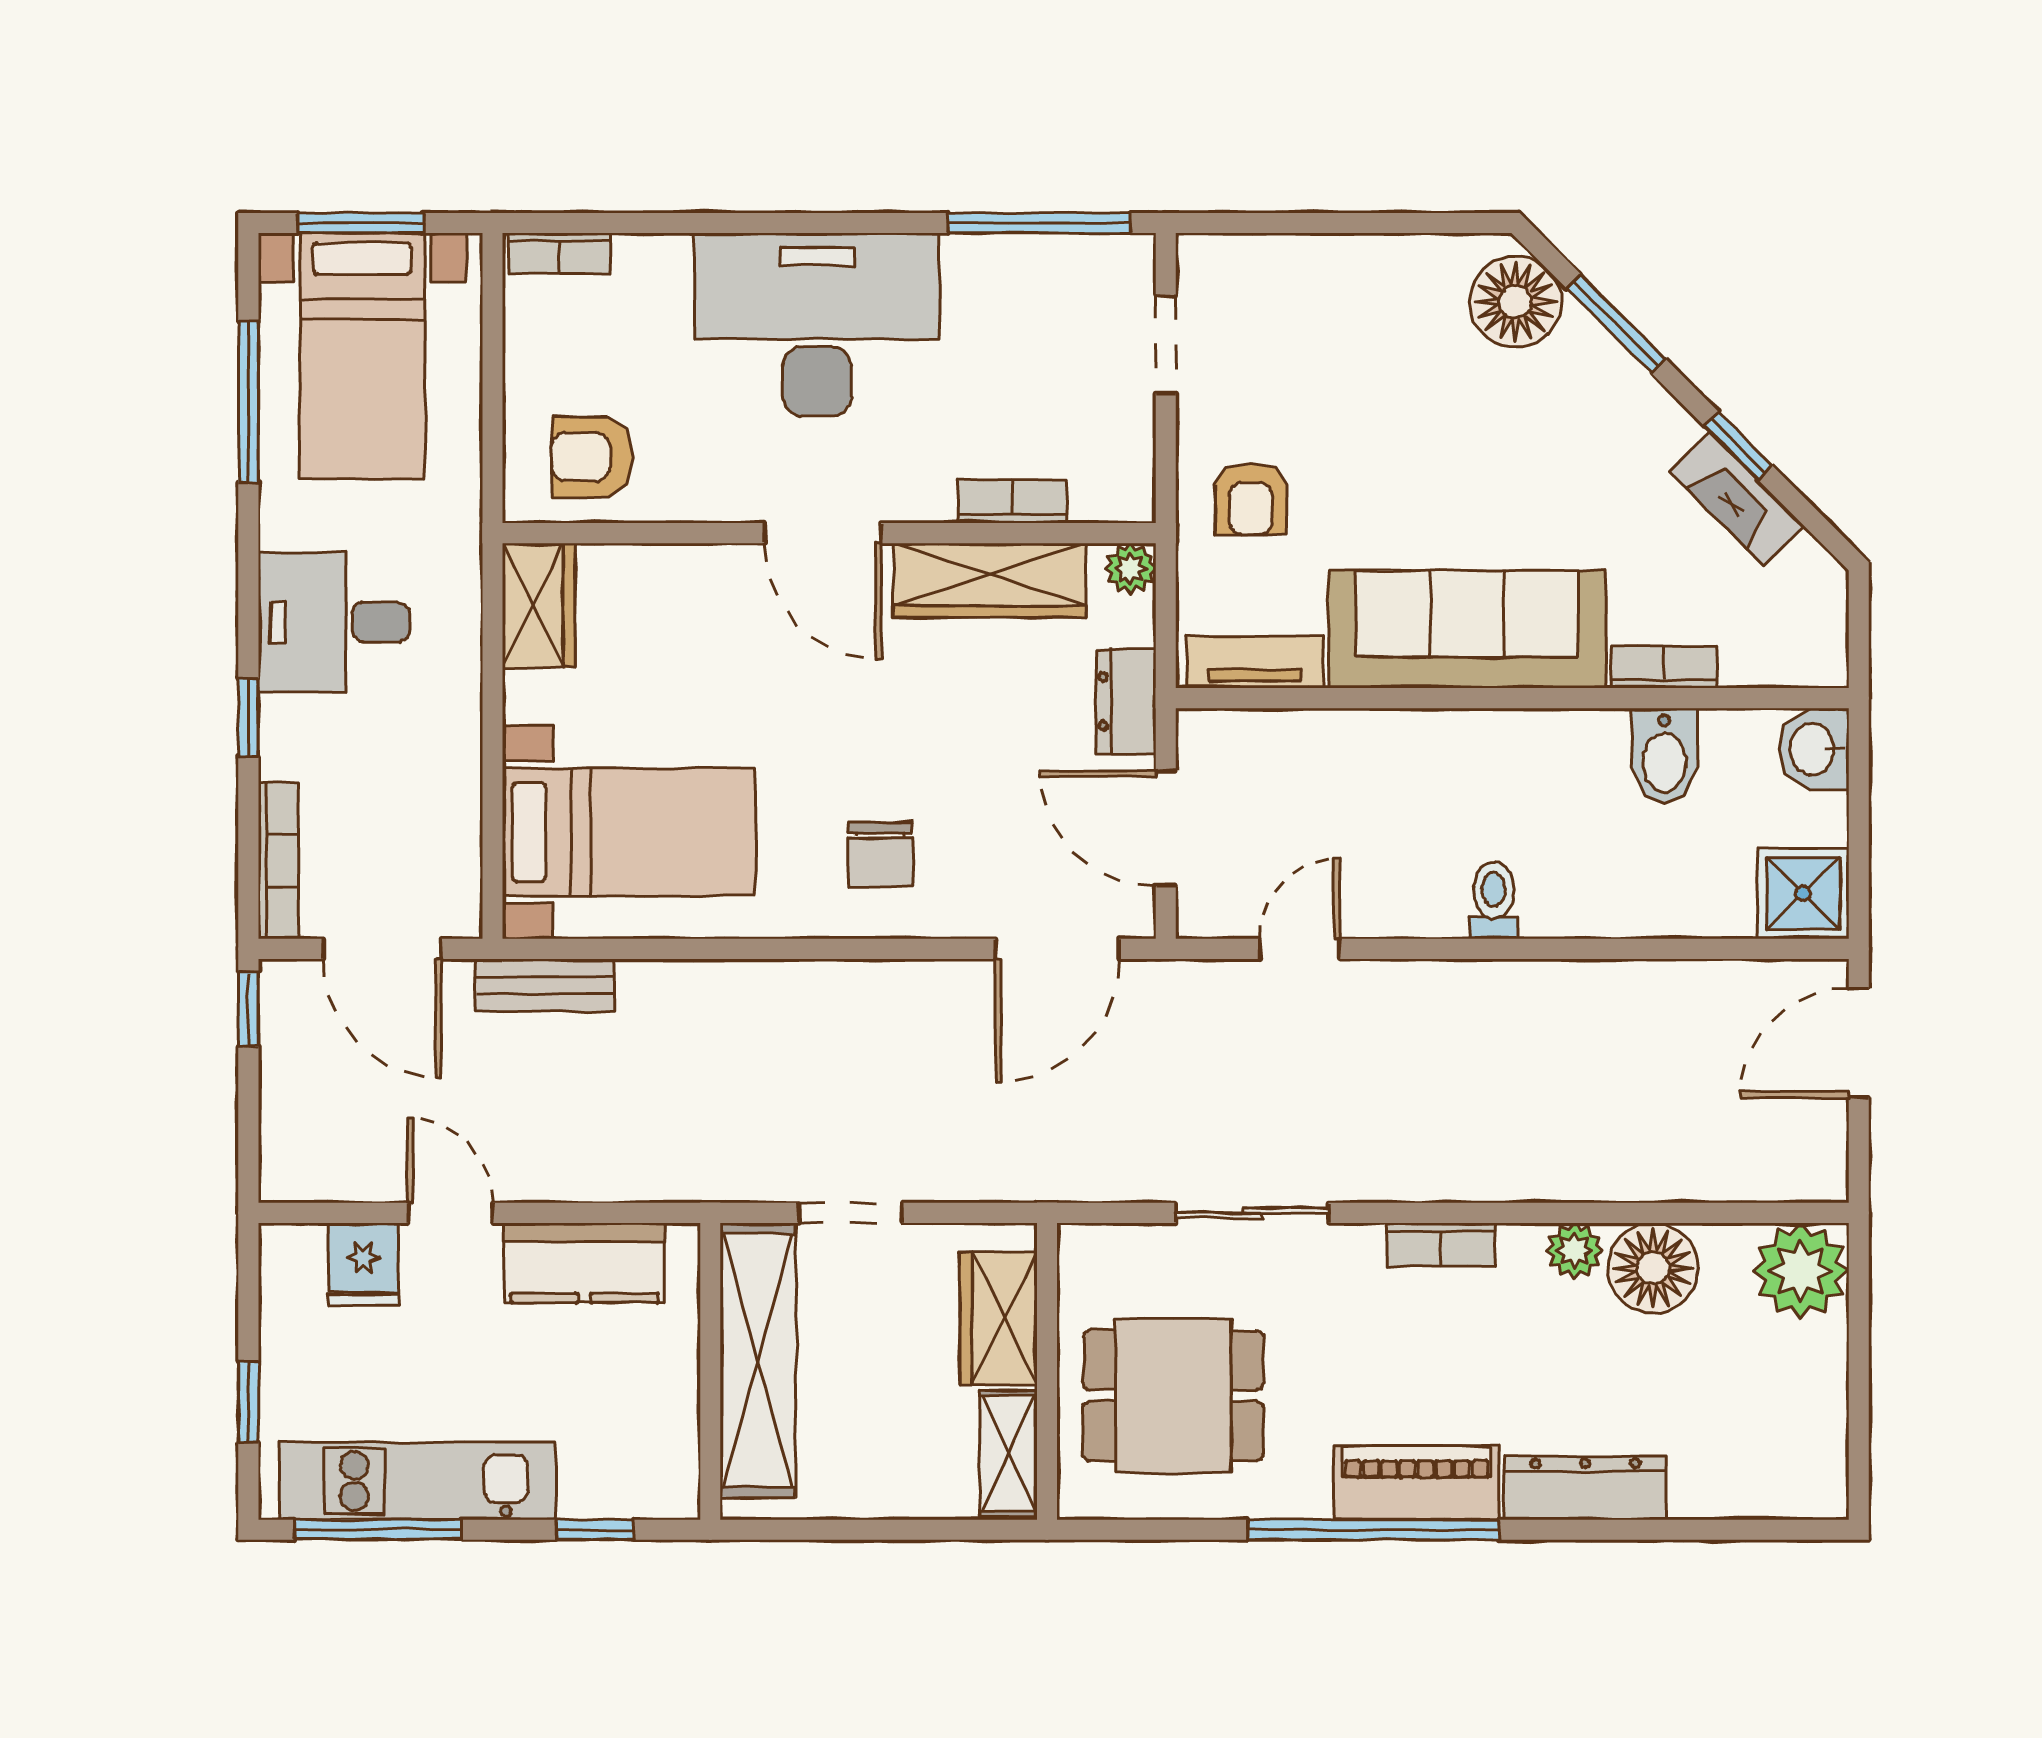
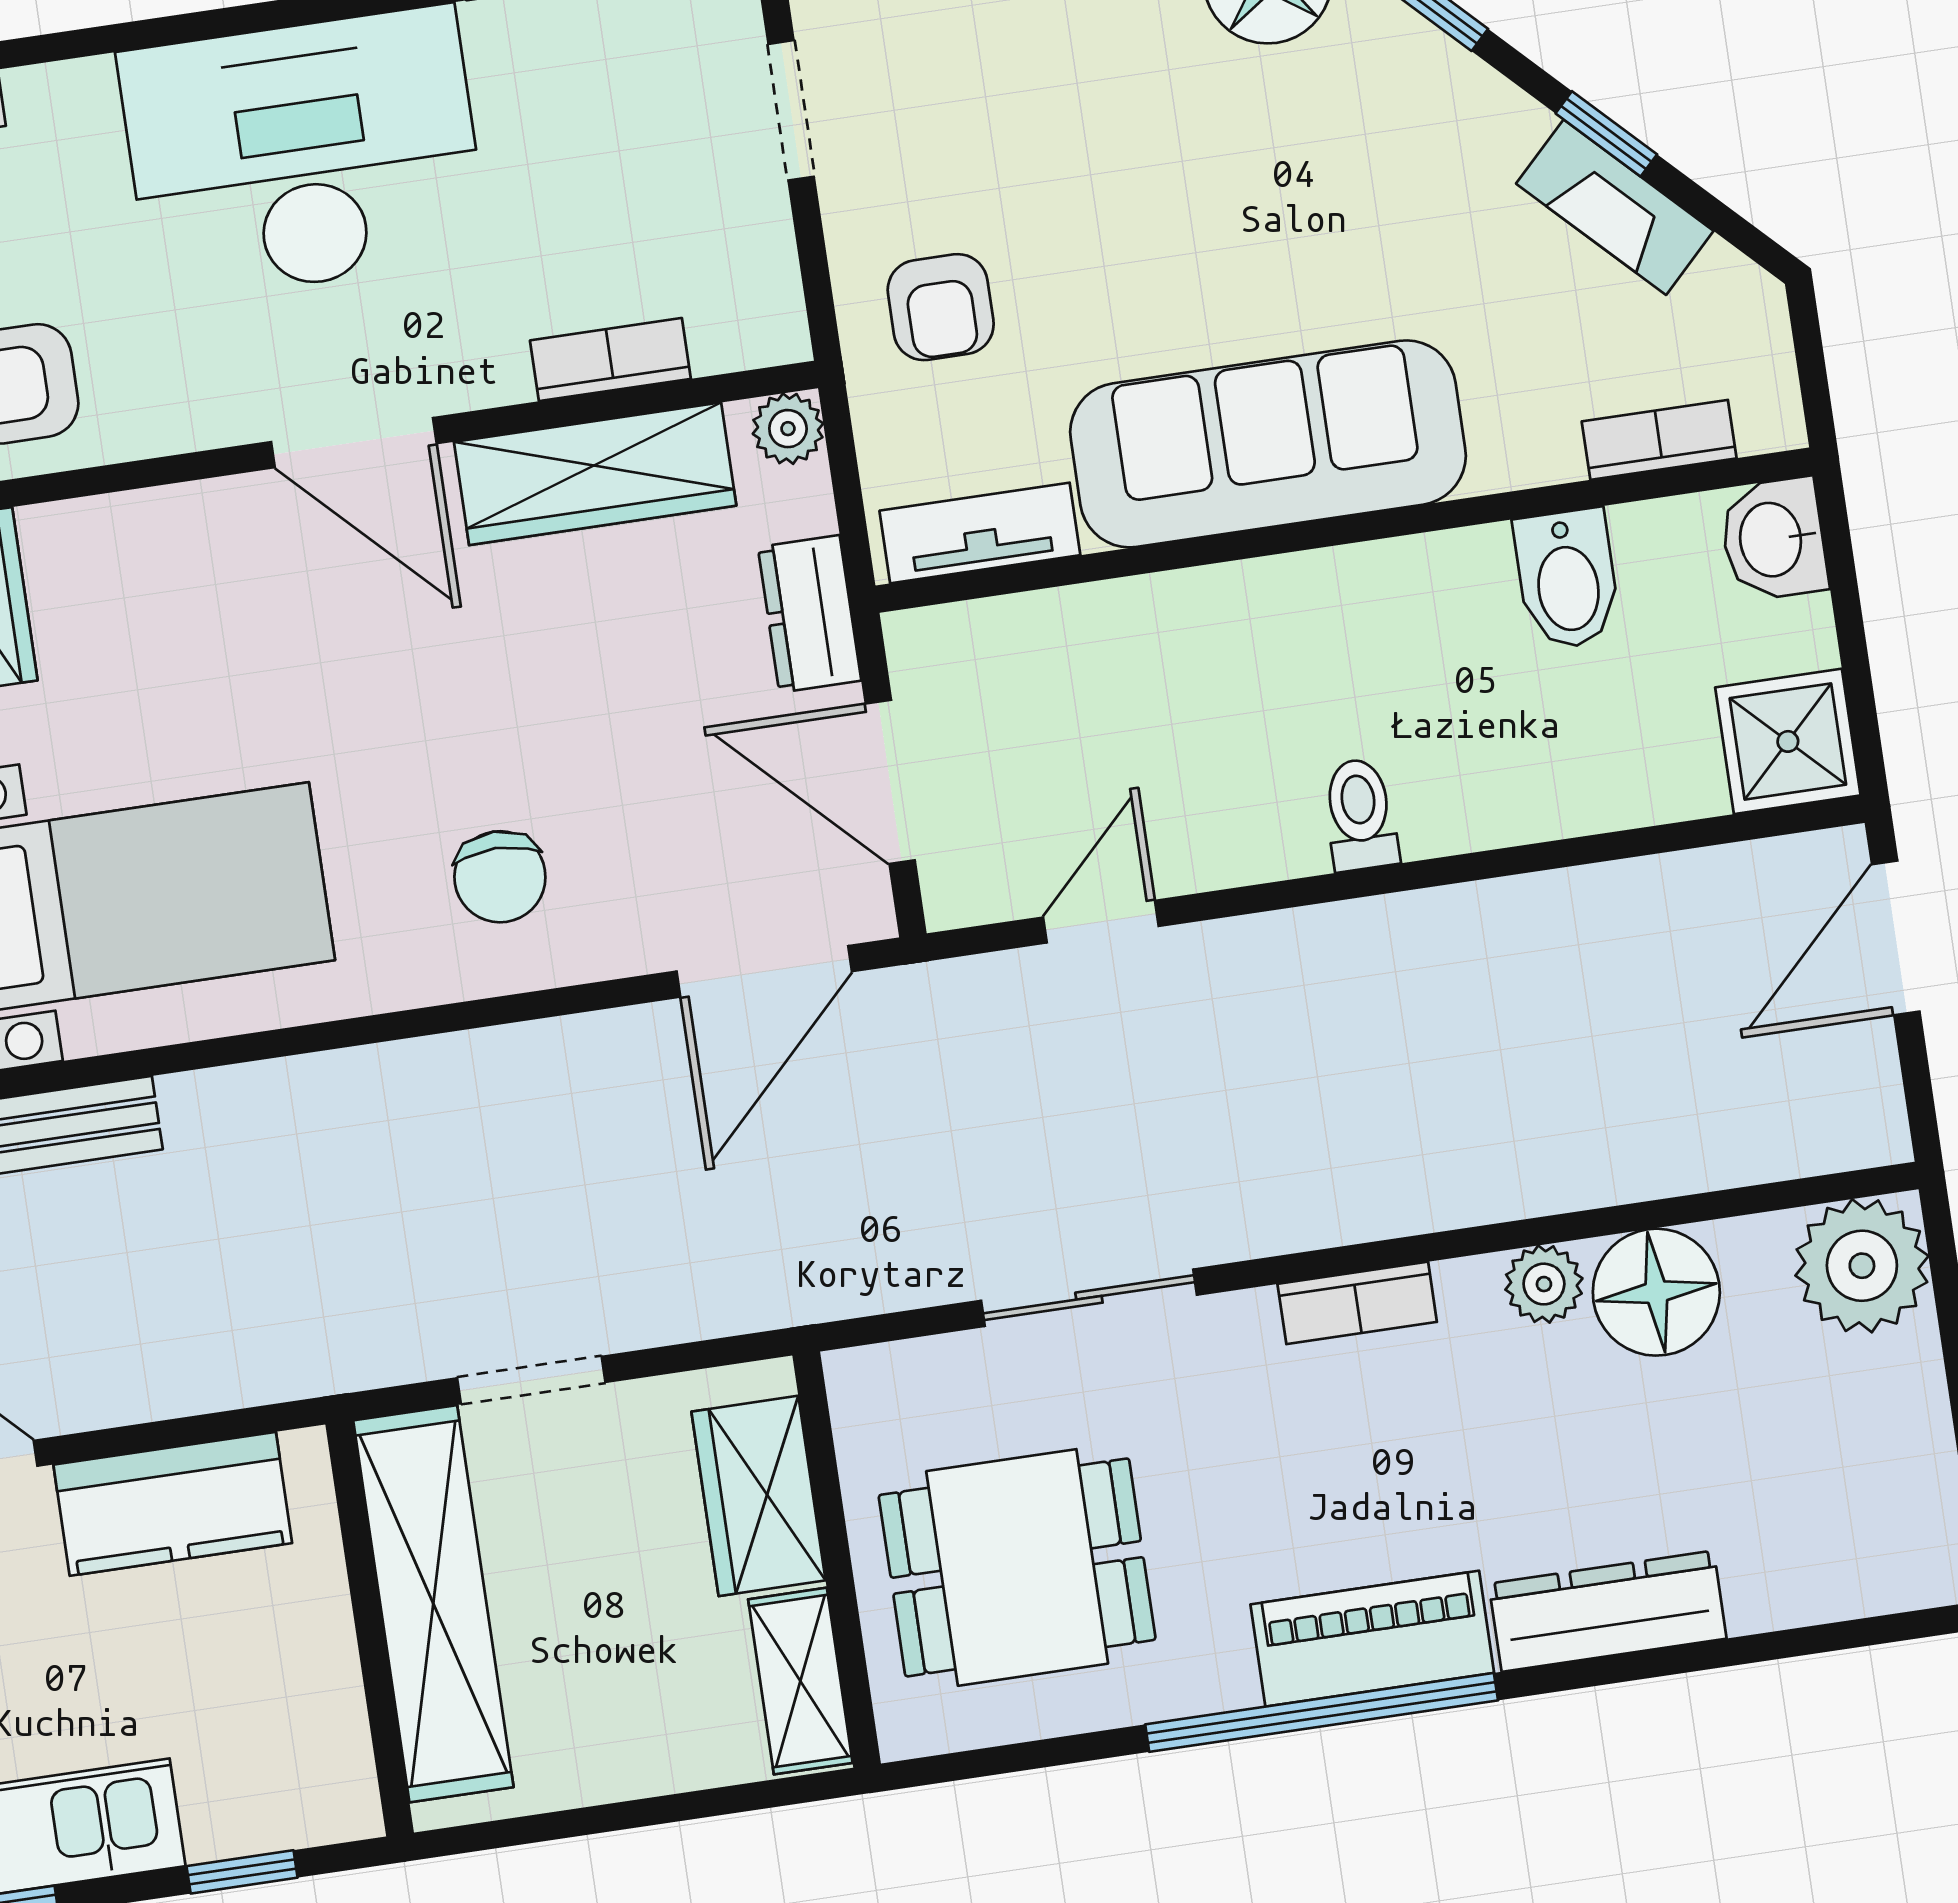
bookcase: (1664, 667) -> (1659, 440), moved

